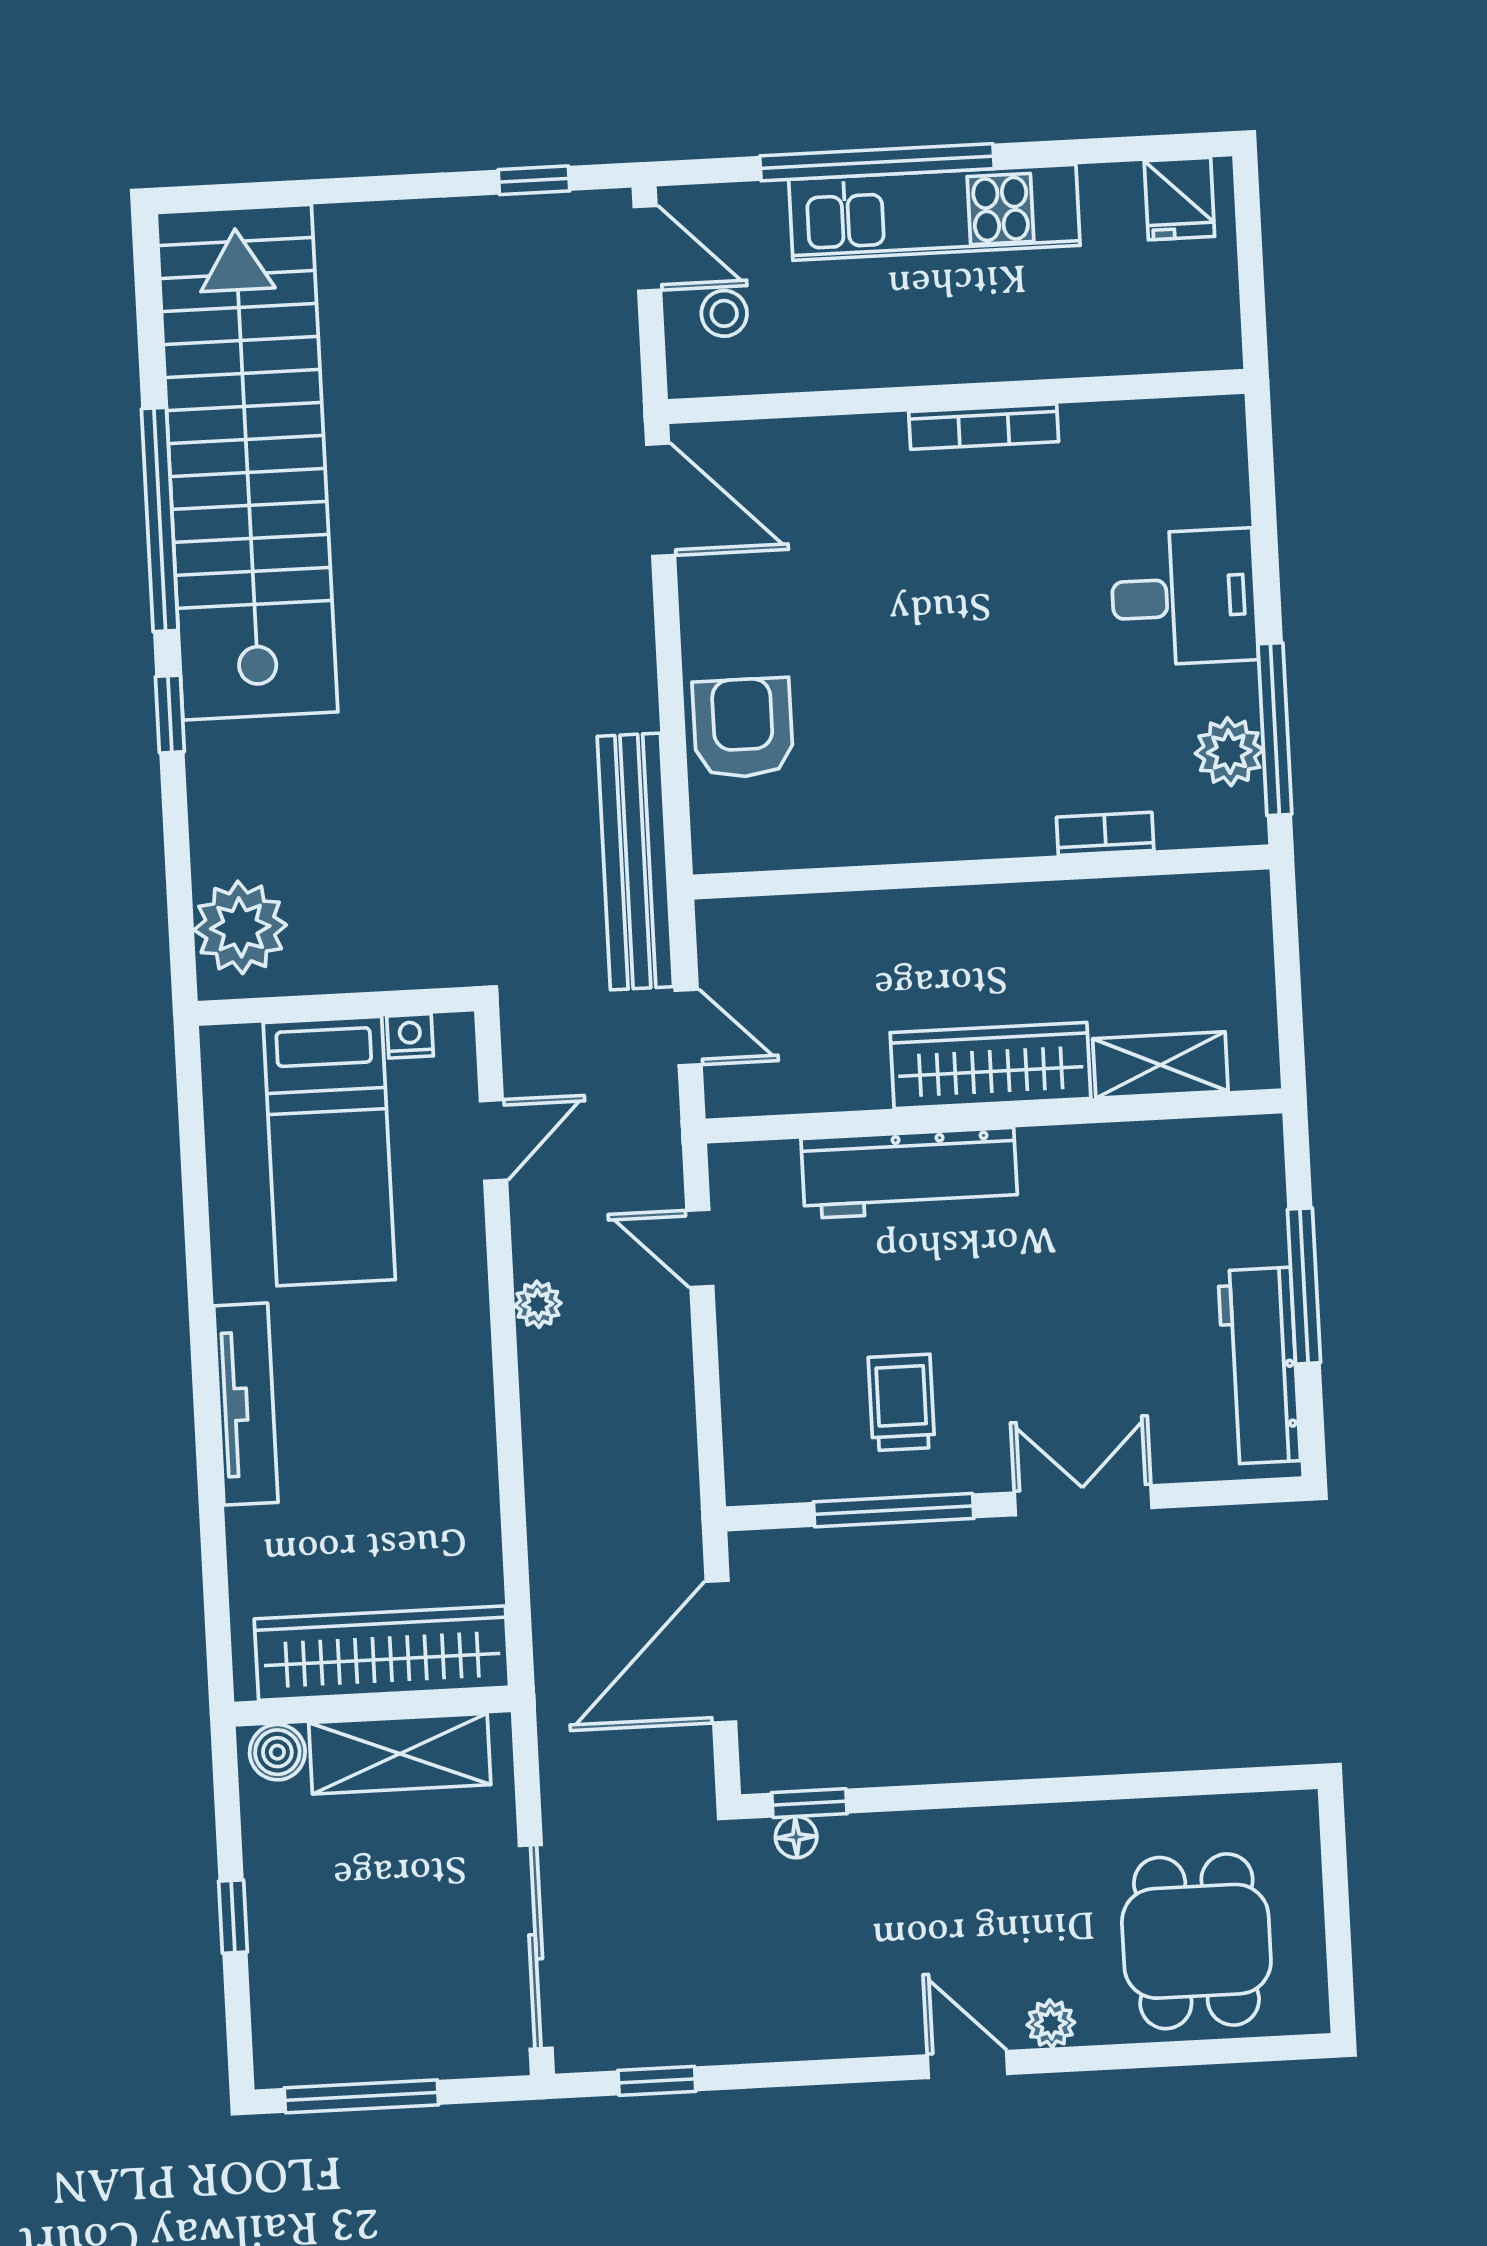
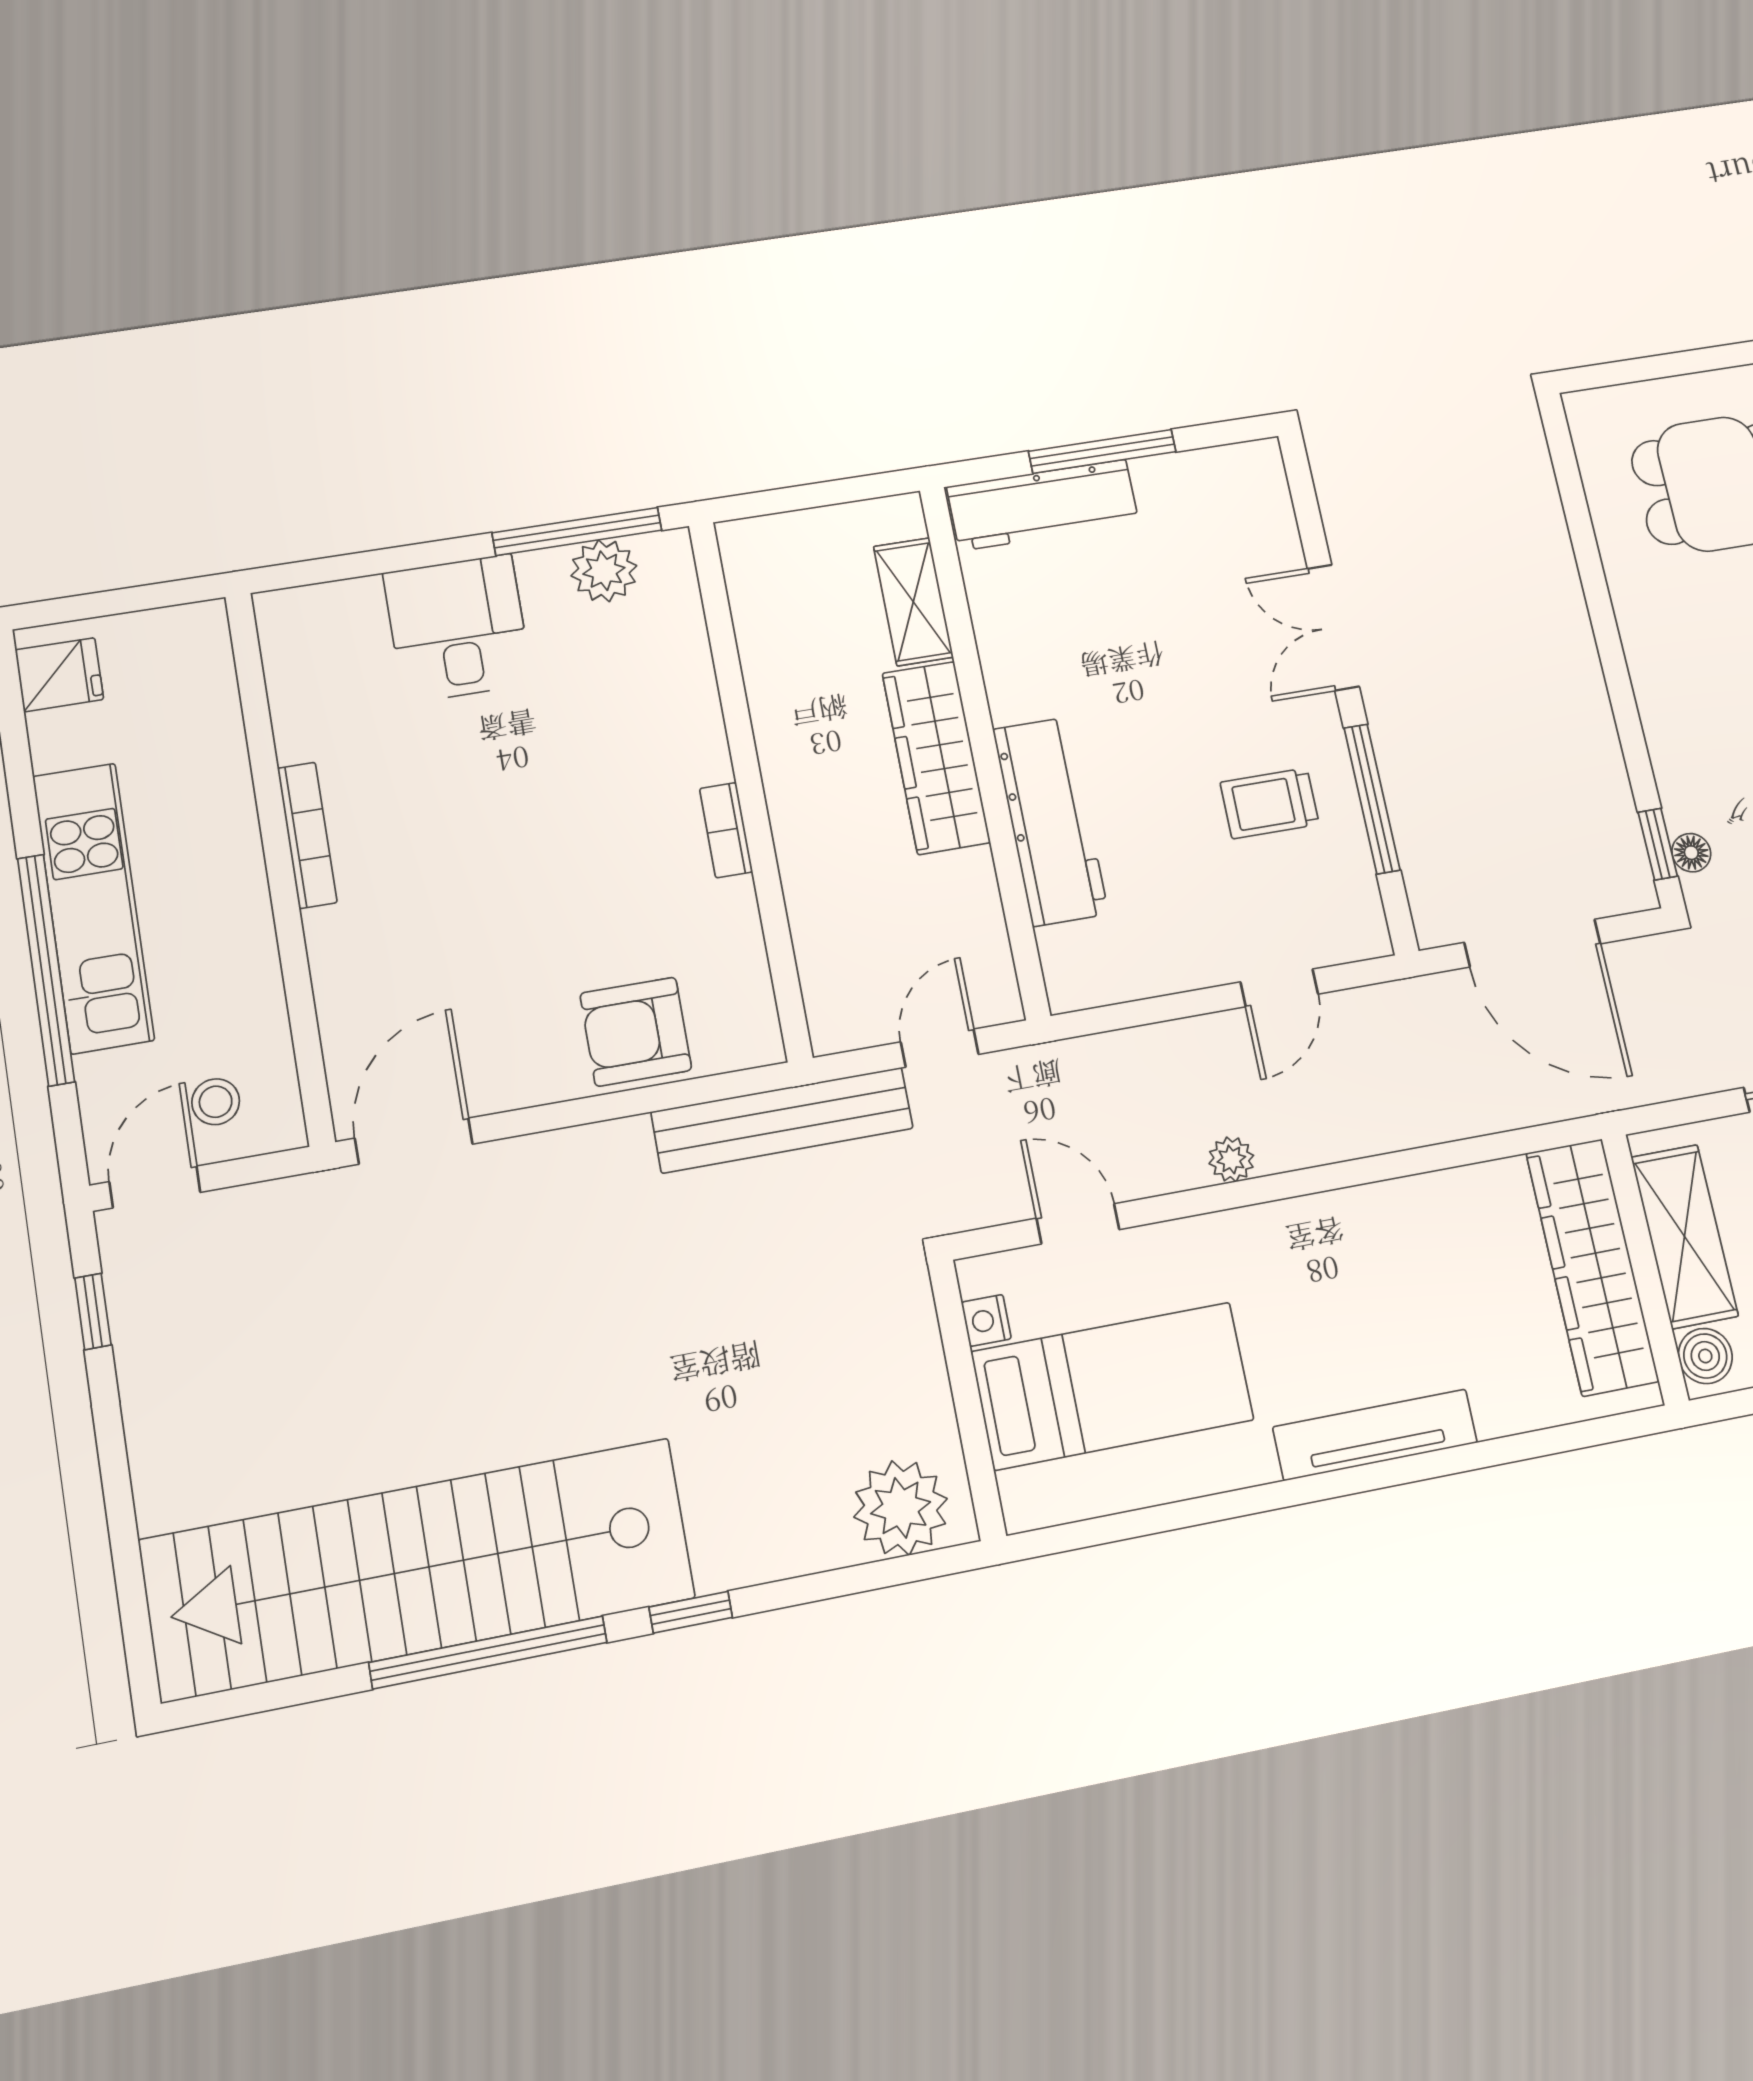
bookcase: (1105, 834) -> (726, 830), moved
door: (700, 1248) -> (1279, 988), moved
workbench: (1259, 1366) -> (1043, 505), moved

